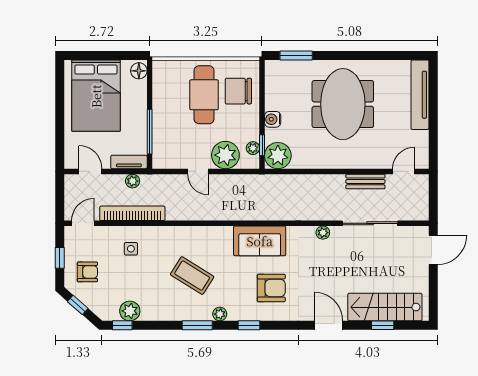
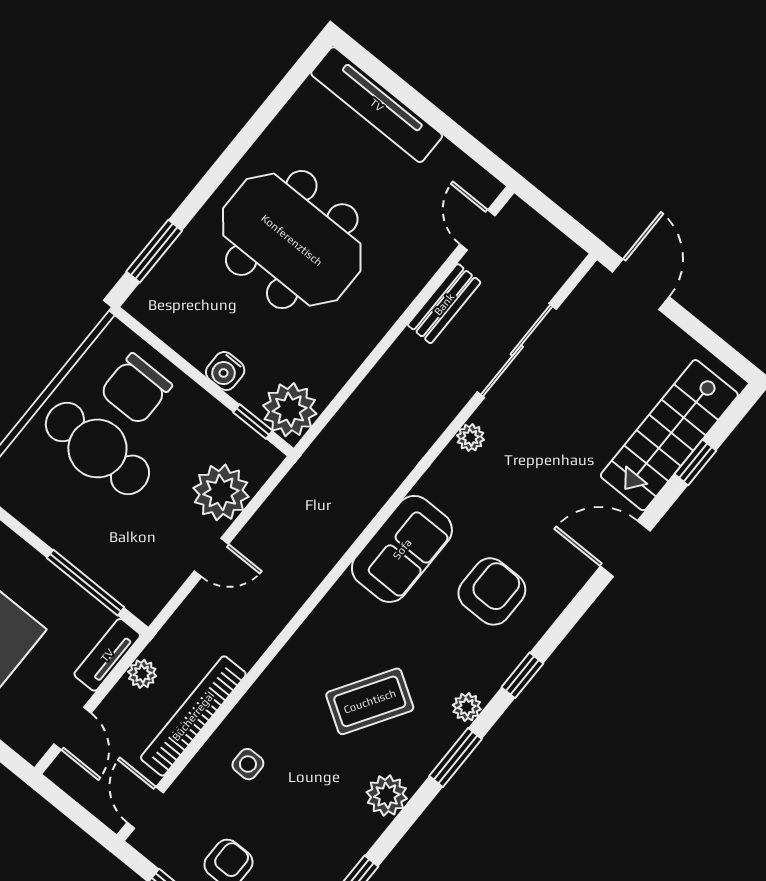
plant: (253, 148) -> (246, 440), removed
door: (90, 171) -> (72, 728), swing flipped
plant: (130, 311) -> (387, 795), moved

